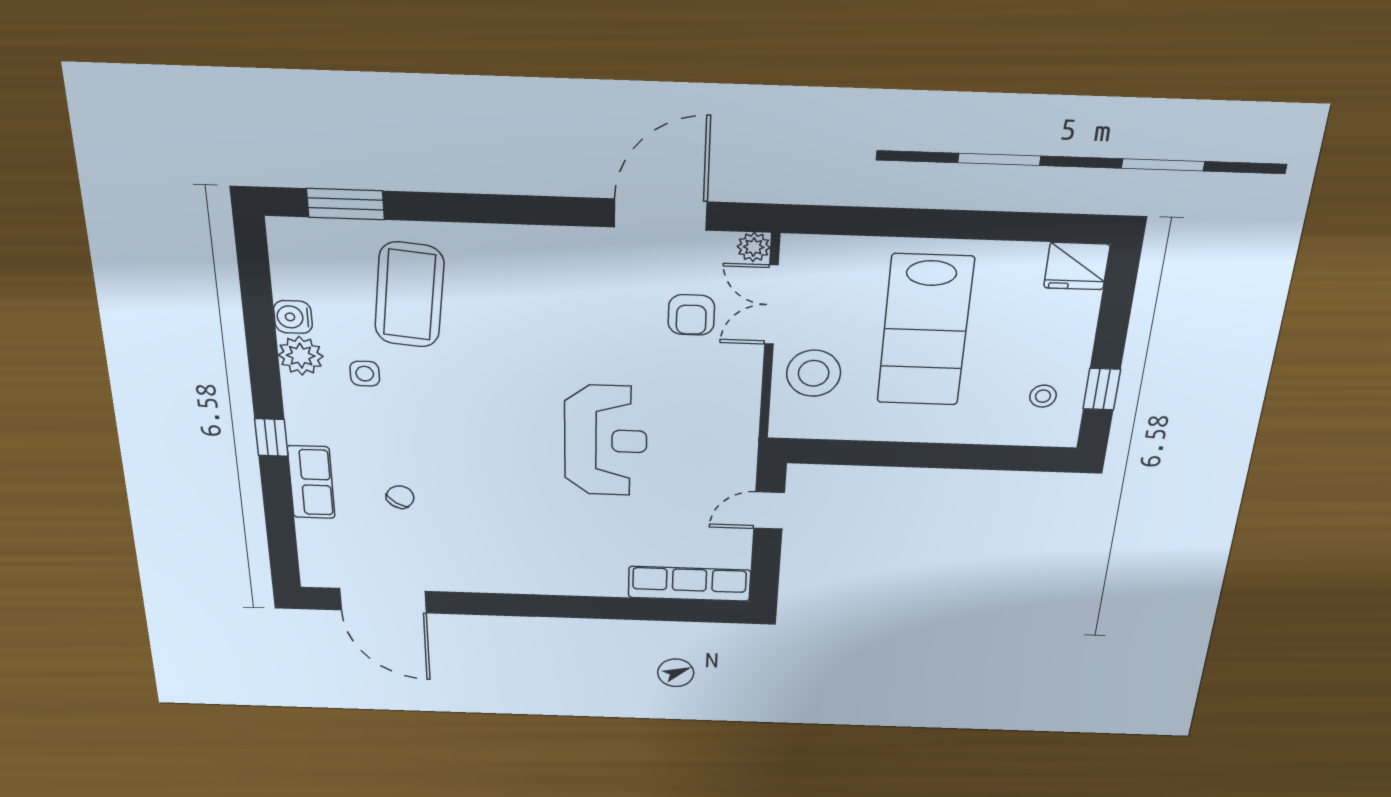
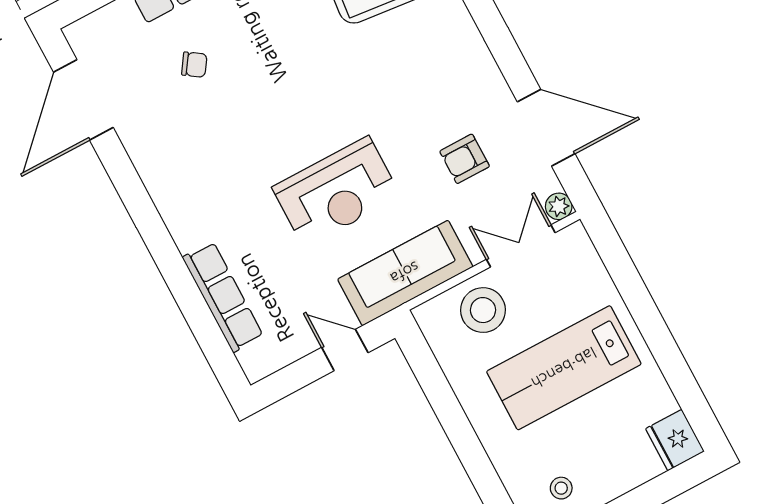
armchair: (691, 315) -> (465, 159), moved
sofa: (728, 422) -> (405, 273), added
row of seats: (689, 584) -> (223, 297), moved

